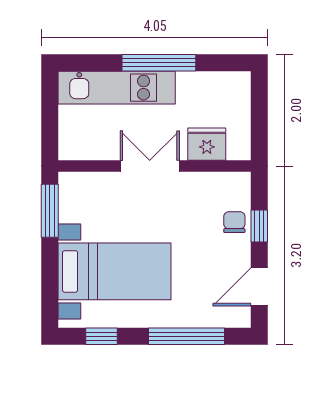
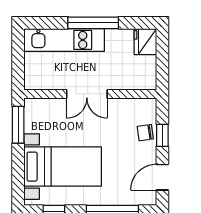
fridge: (207, 144) -> (145, 42), moved, turned -90
double door: (150, 166) -> (87, 94), swing flipped
chair: (234, 222) -> (145, 133), turned -98

